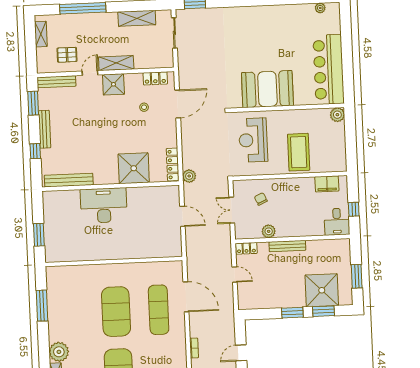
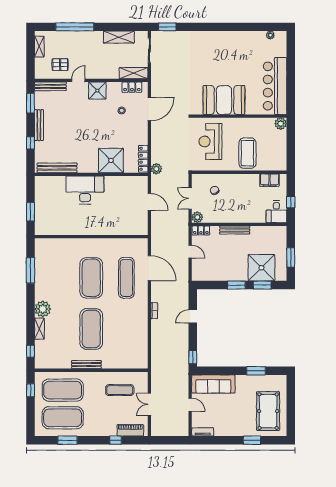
shelving: (116, 63) -> (134, 73), moved
plant: (269, 231) -> (197, 217), moved

